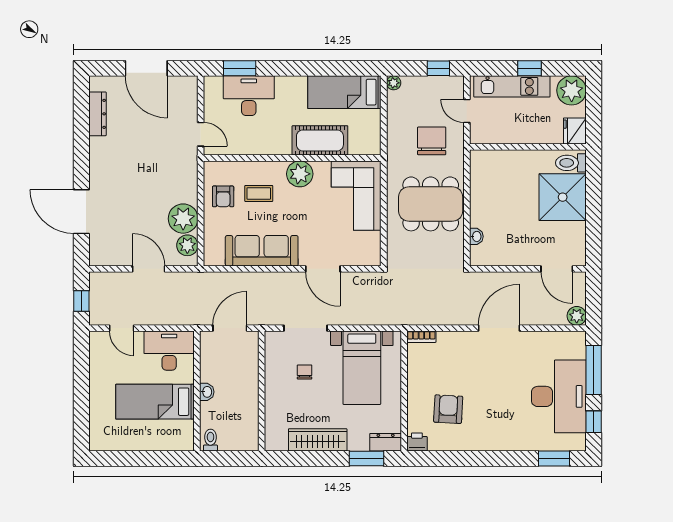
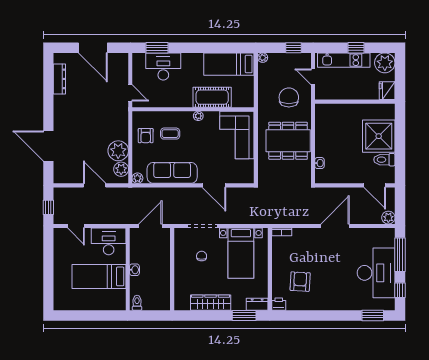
toilet: (571, 163) -> (384, 160), moved
plant: (300, 174) -> (198, 116), width x0.53, depth x0.53
plant: (211, 258) -> (137, 178), added

